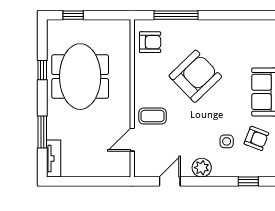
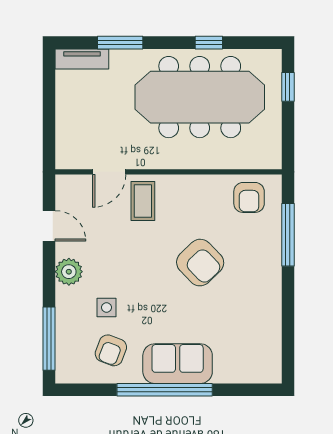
armchair: (195, 76) -> (200, 263), width x0.73, depth x0.73
meeting table: (80, 77) -> (200, 97), width x1.36
door: (132, 140) -> (109, 172), swing flipped
window: (248, 181) -> (49, 339), width x2.17

